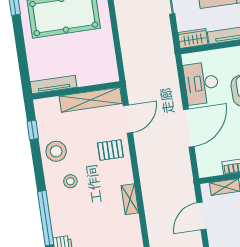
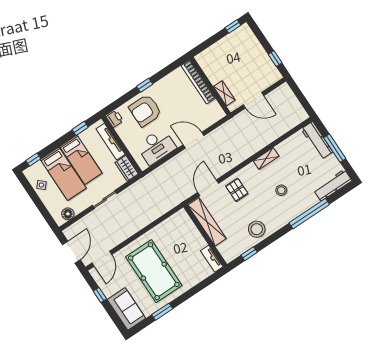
tv unit: (54, 85) -> (212, 259), width x0.71
door: (128, 119) -> (208, 188), hinge flipped
door: (189, 128) -> (194, 140), width x0.73
stool: (70, 181) -> (281, 190), moved

